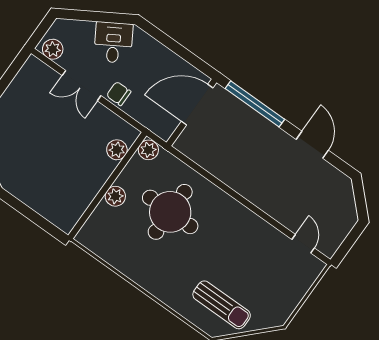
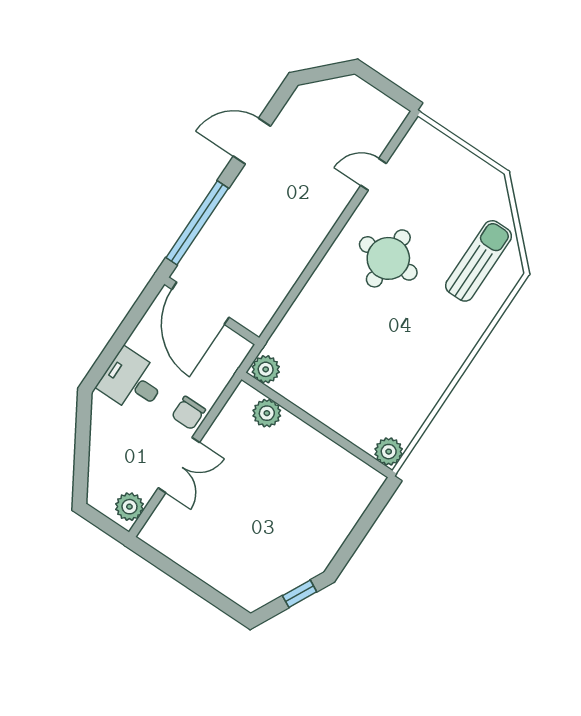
desk: (113, 43) -> (132, 381), moved, turned 31
plant: (115, 196) -> (389, 452), moved
round table: (170, 212) -> (388, 258), moved, width x0.73, depth x0.73
door: (303, 244) -> (374, 174), moved

